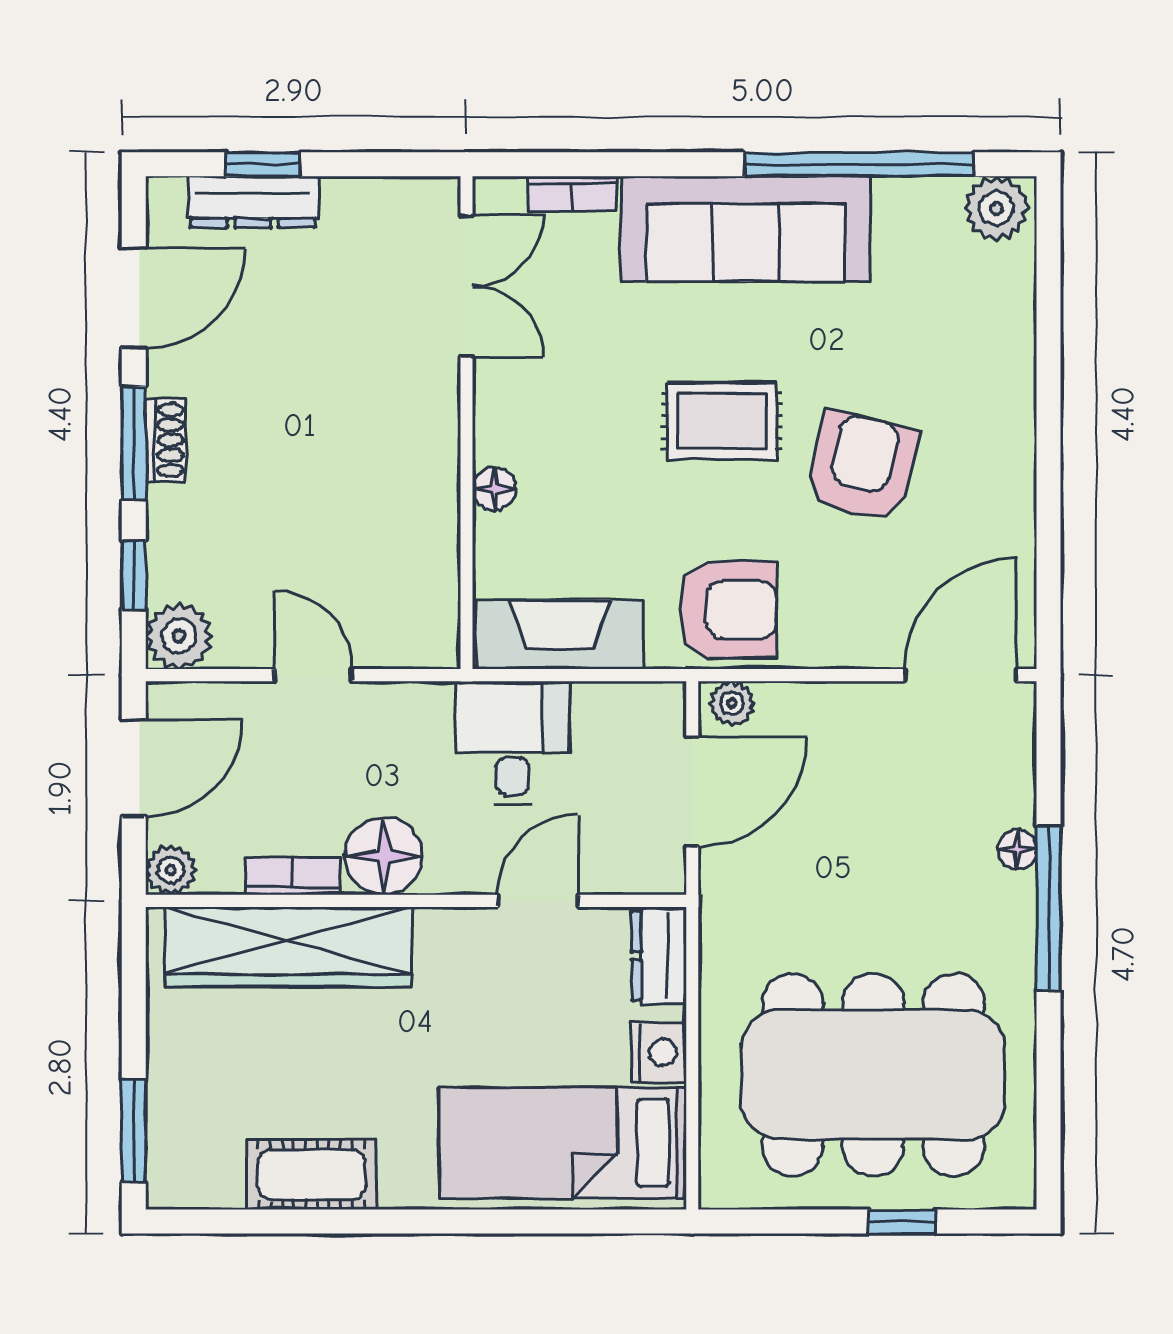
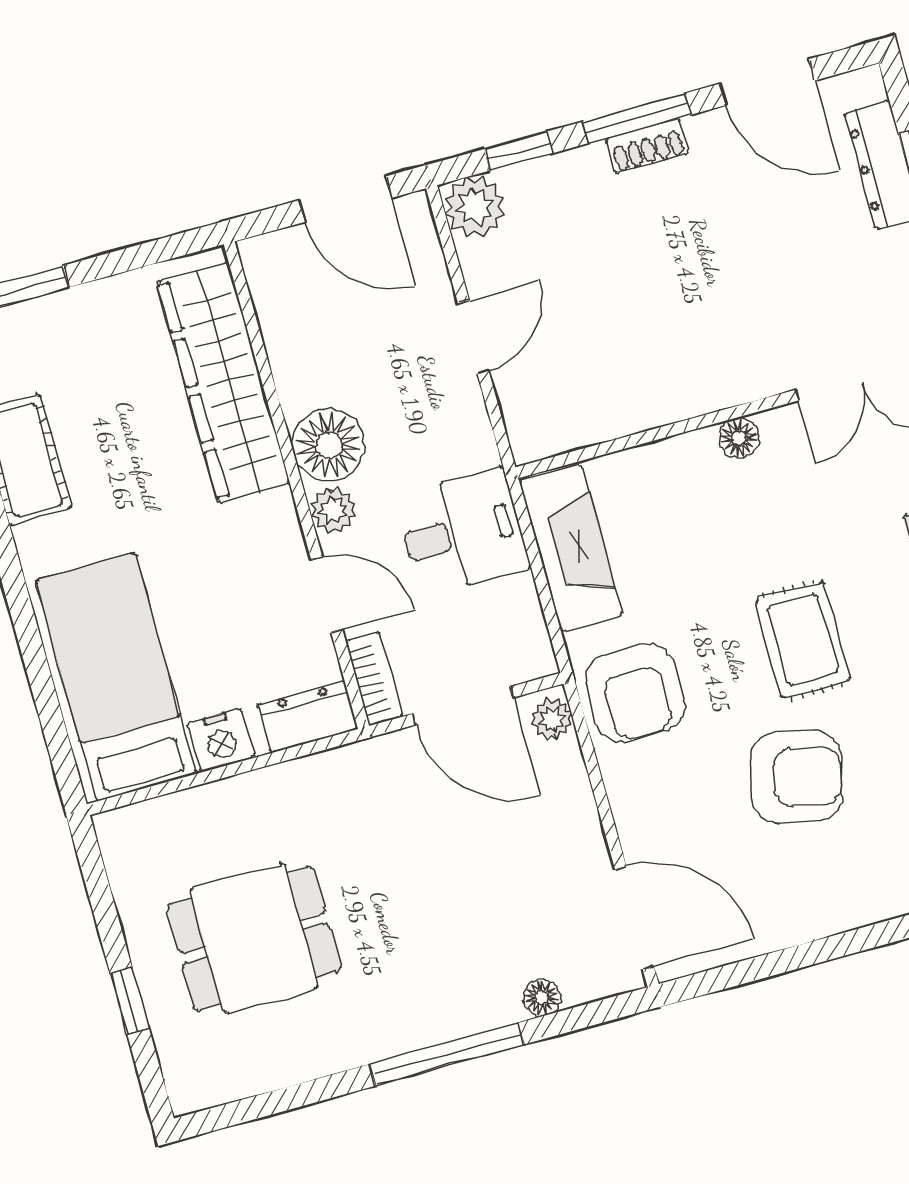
floor lamp: (494, 489) -> (739, 438), moved
floor lamp: (1017, 849) -> (542, 997), moved
plant: (171, 870) -> (333, 510), moved
bookcase: (293, 876) -> (374, 679), moved
dining table: (873, 1075) -> (254, 938), width x0.53, depth x0.80

